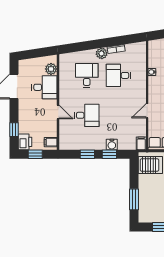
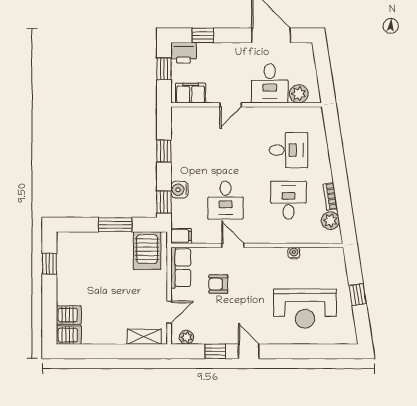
plant: (102, 53) -> (330, 221), moved
desk: (87, 115) -> (226, 200), moved
filing cabinet: (51, 142) -> (191, 93), width x2.00
window: (109, 154) -> (164, 202), moved
window: (134, 199) -> (115, 225), moved

